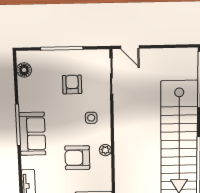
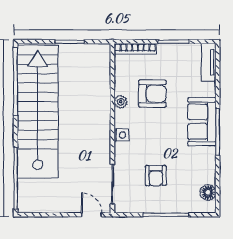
side table: (91, 118) -> (122, 135), moved

